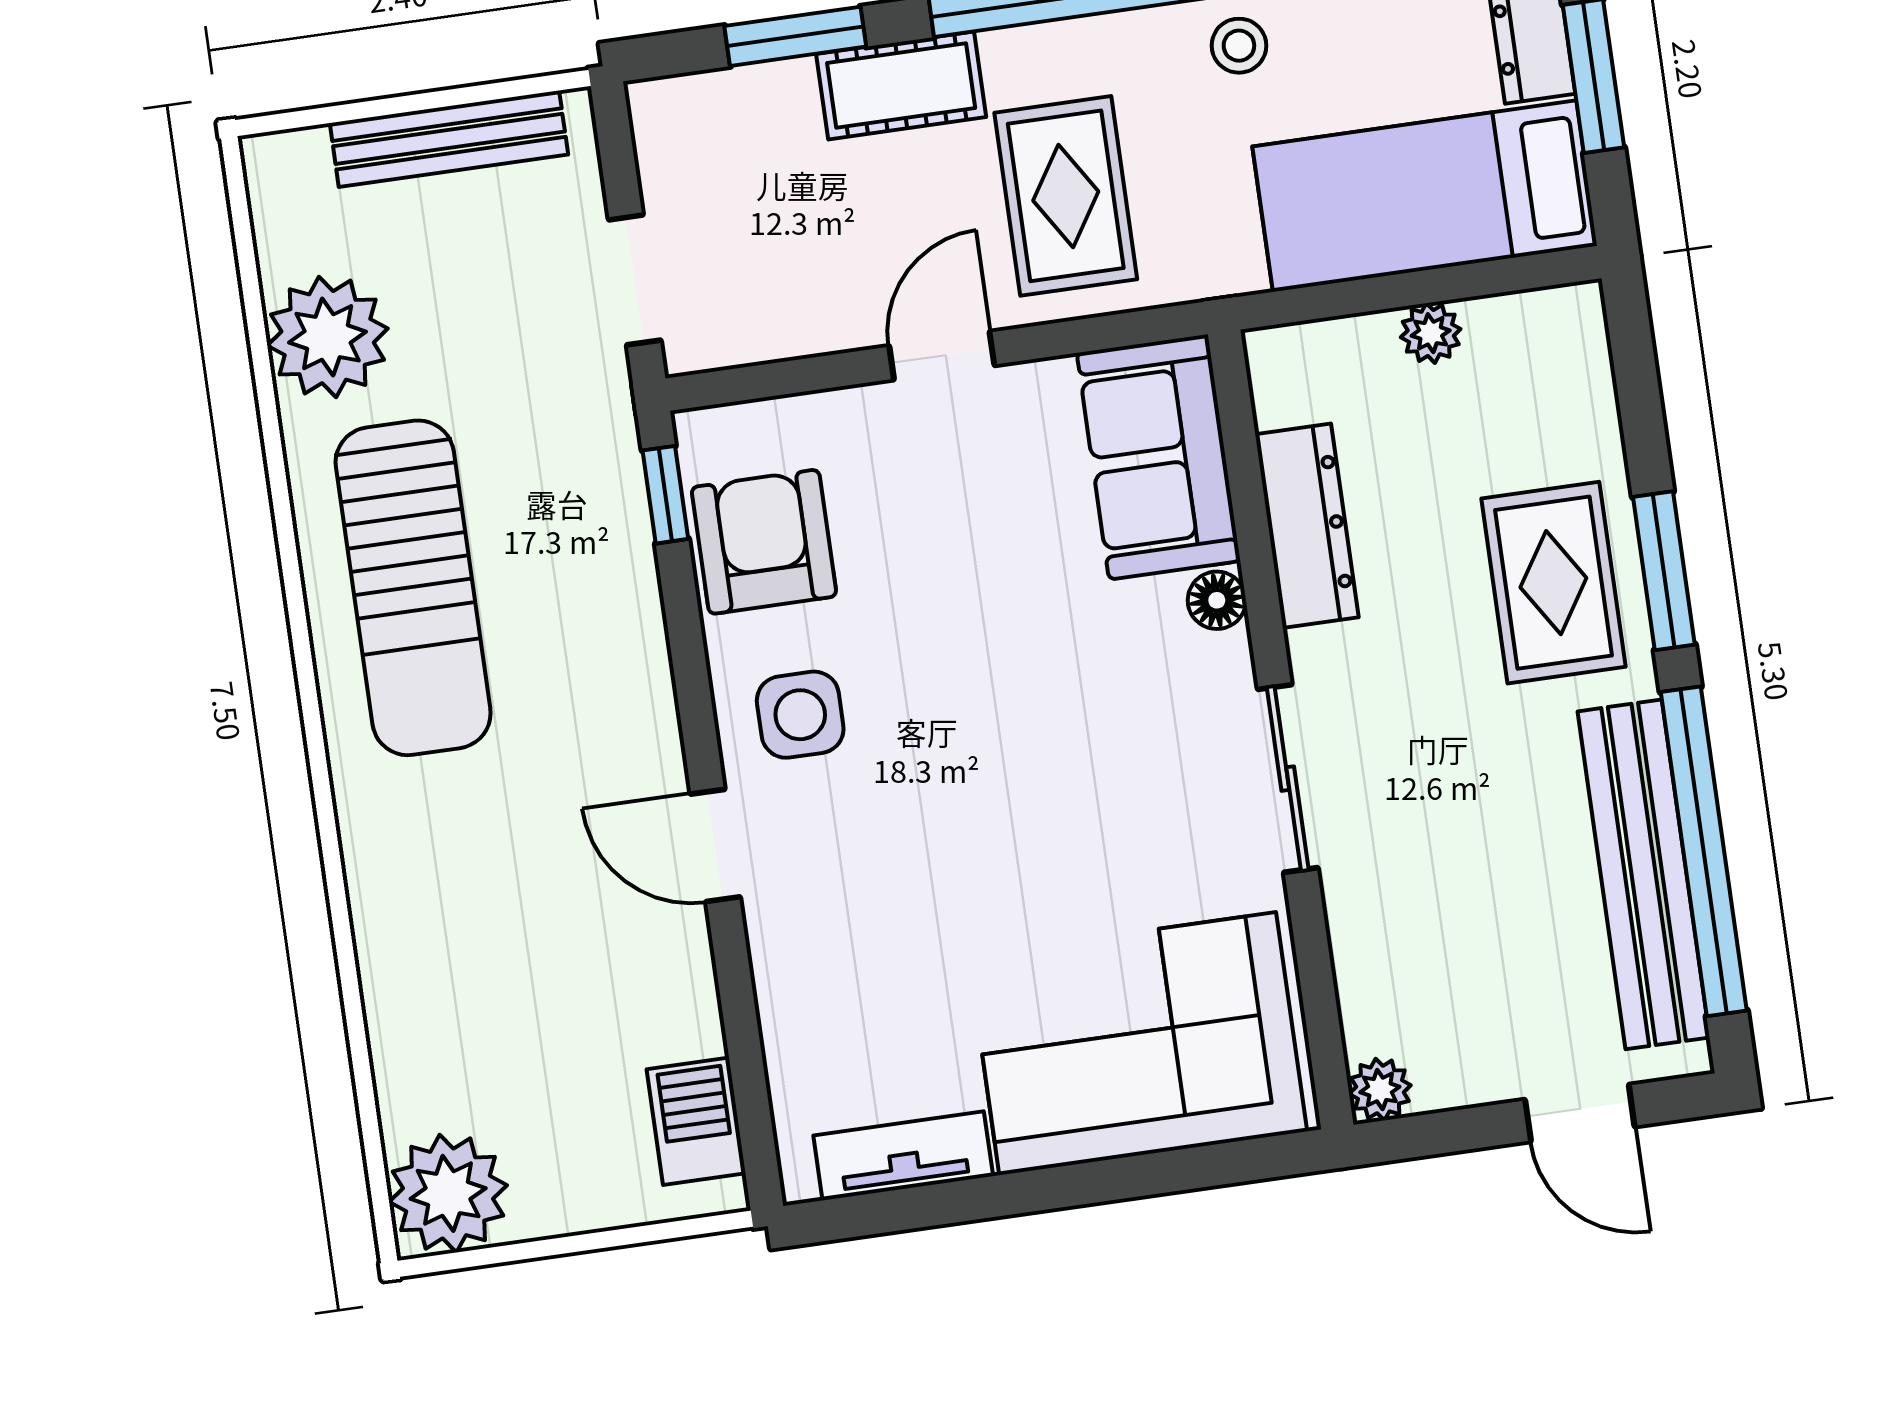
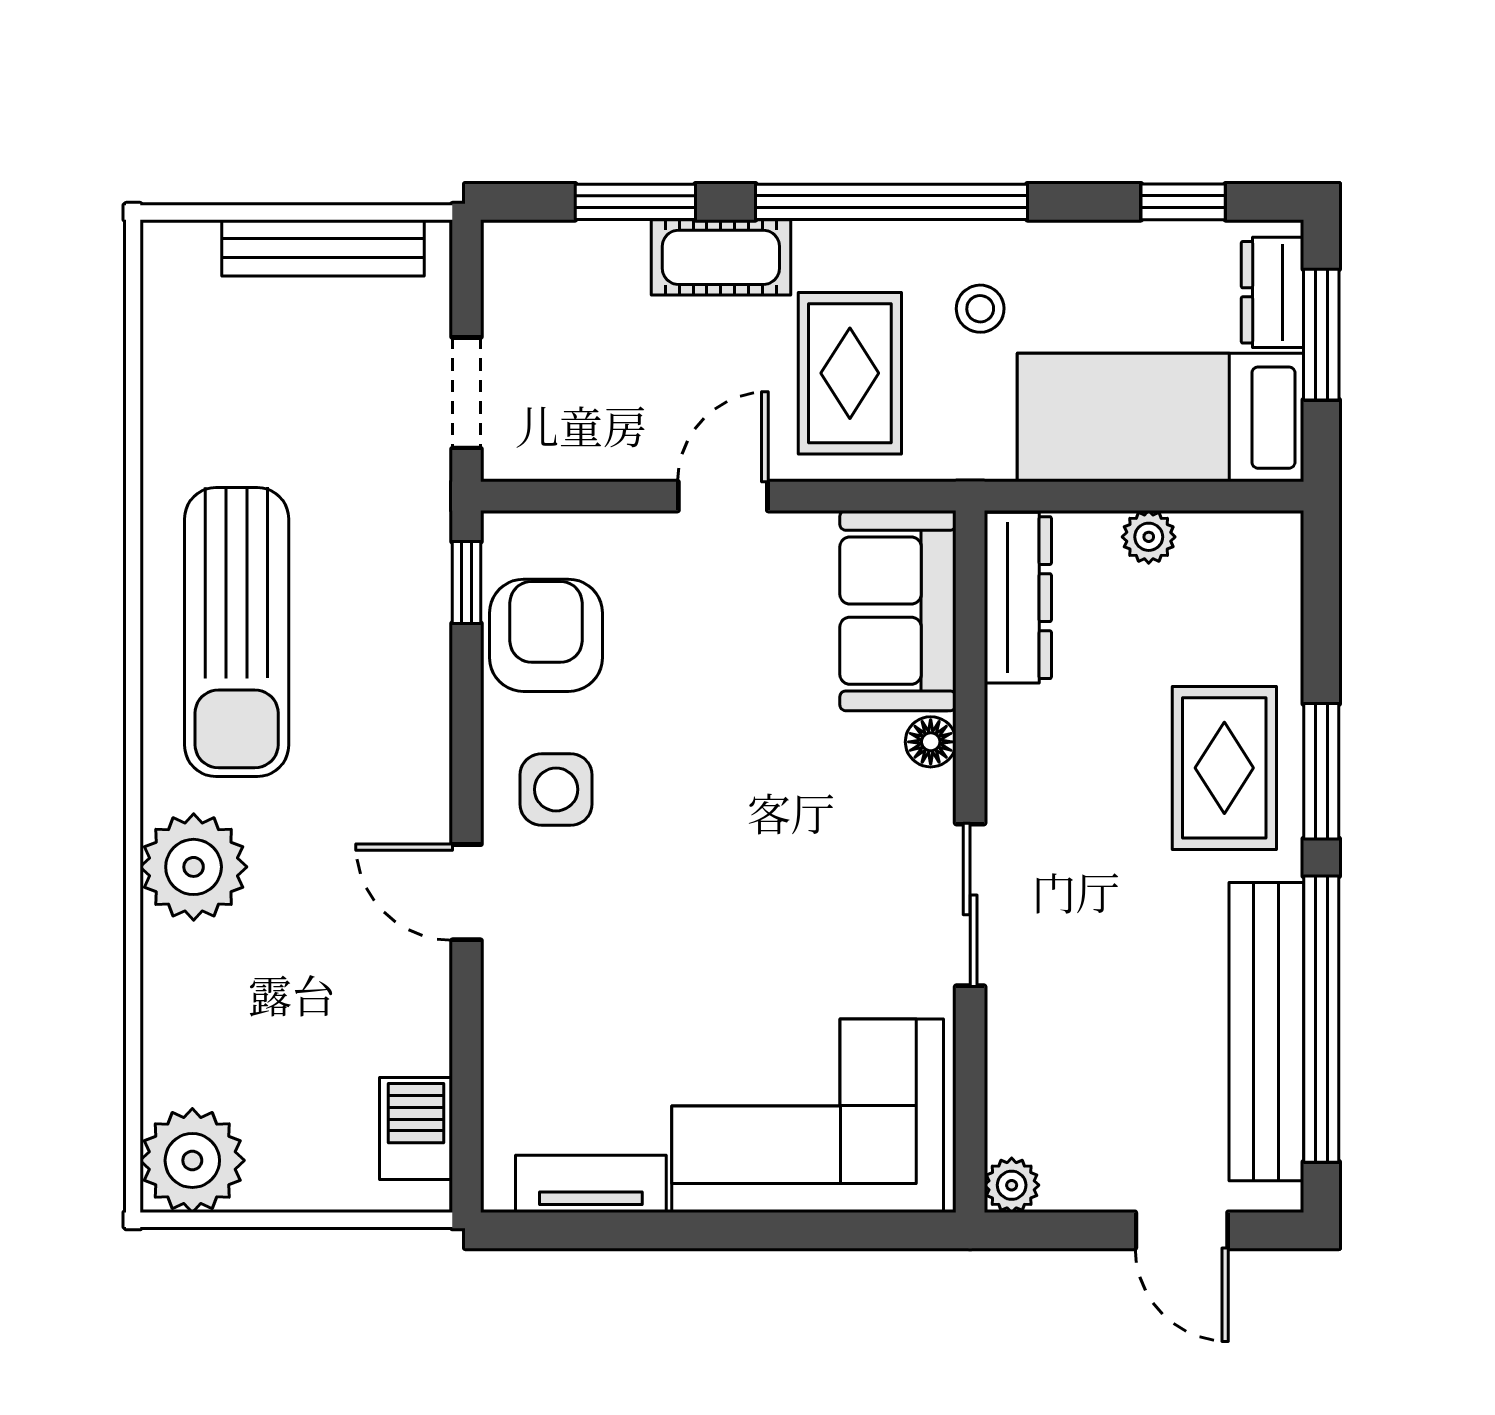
stool: (1239, 46) -> (980, 309), moved
plant: (328, 337) -> (194, 867), moved
dresser: (1307, 526) -> (1018, 598), moved

